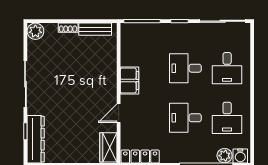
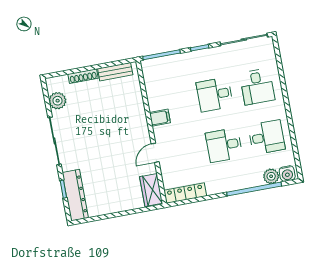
shoe rack: (68, 28) -> (83, 76), width x1.43
plant: (35, 31) -> (58, 101), moved
filing cabinet: (129, 81) -> (160, 118), width x0.50
desk: (227, 118) -> (267, 137), turned -90

